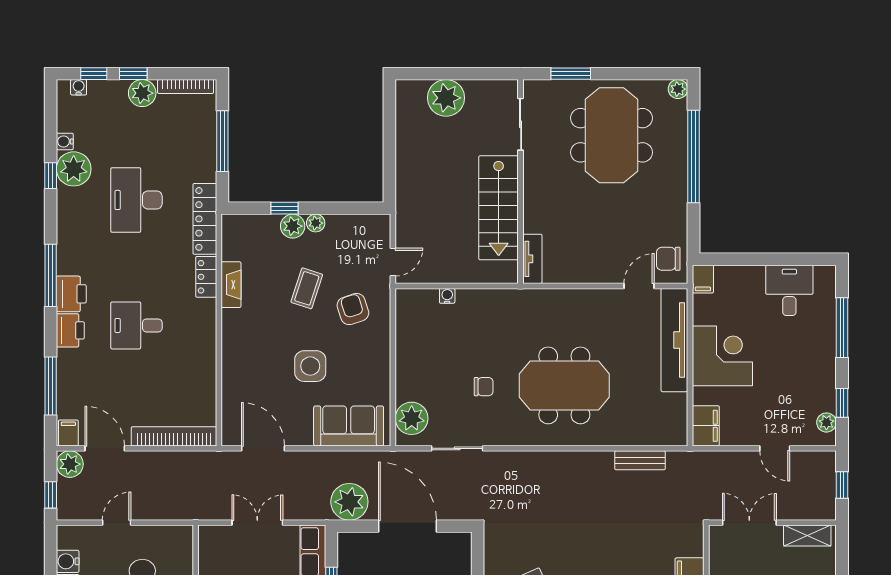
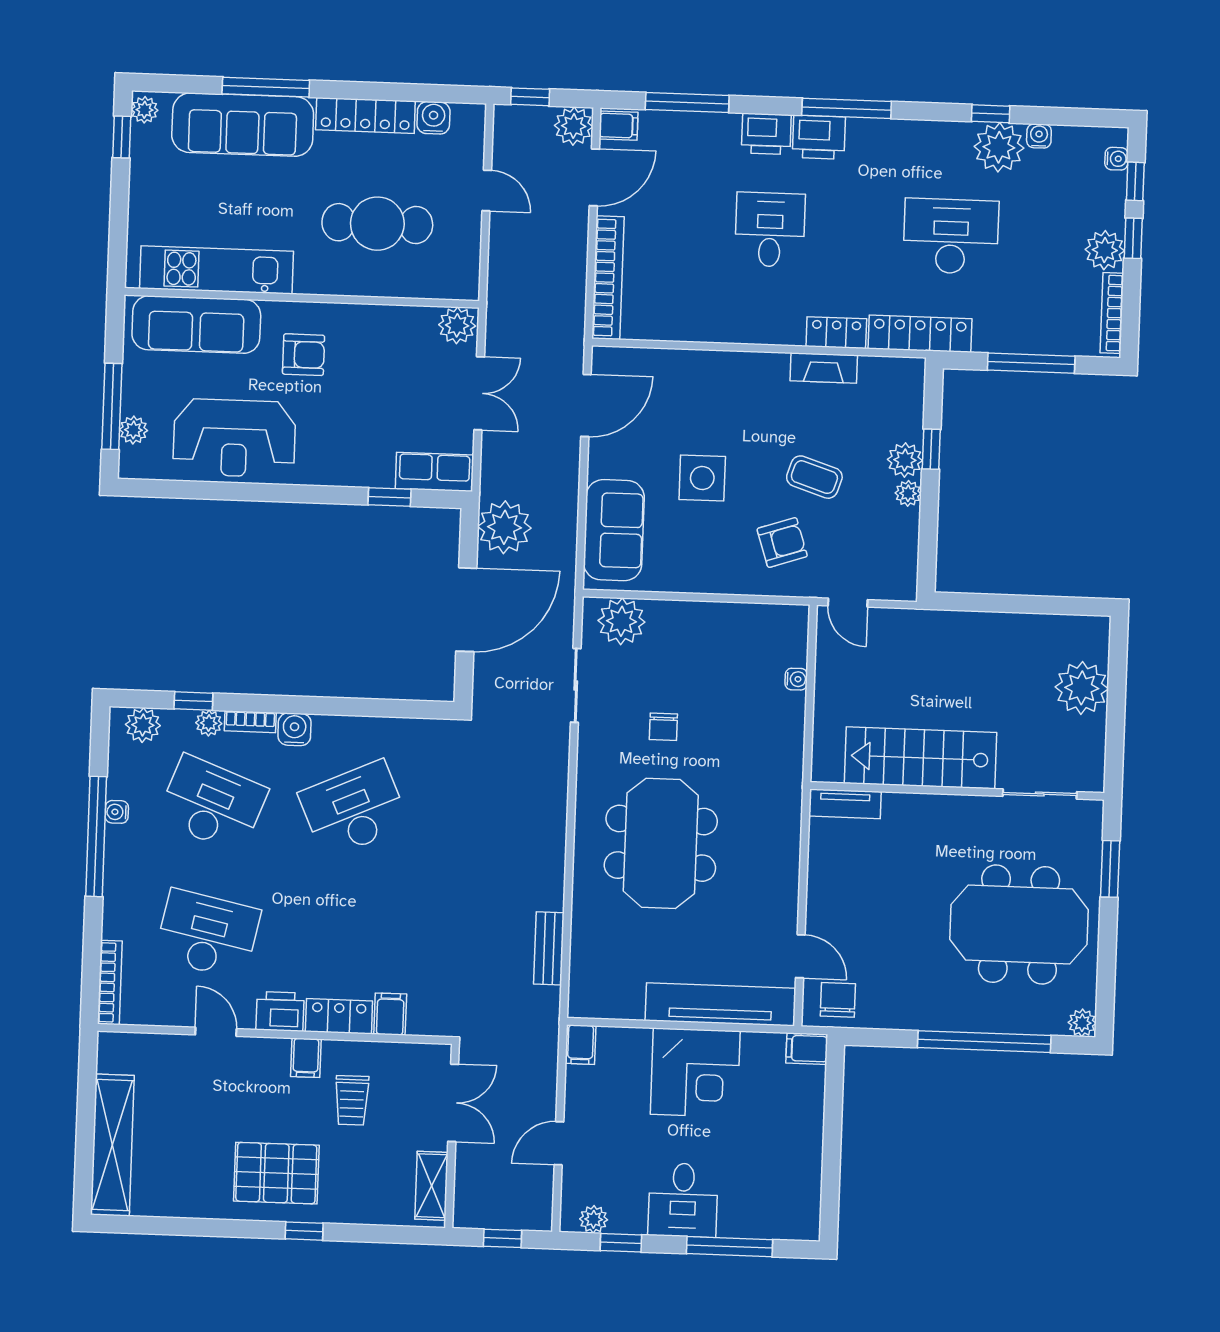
desk: (789, 290) -> (683, 1200), moved, turned 90
filing cabinet: (706, 426) -> (581, 1045), width x0.50
plant: (211, 540) -> (457, 325), added

